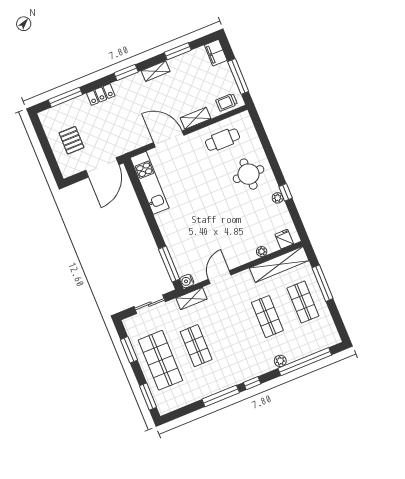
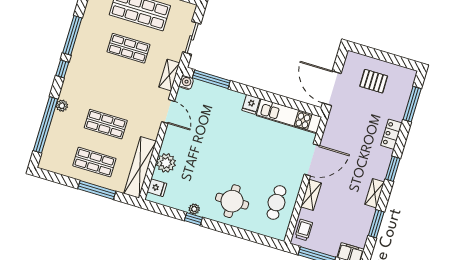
fridge: (164, 219) -> (251, 104), added
plant: (262, 252) -> (166, 163), width x1.88, depth x1.88

